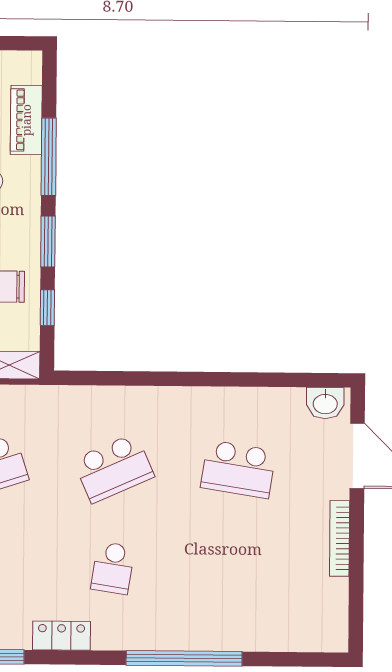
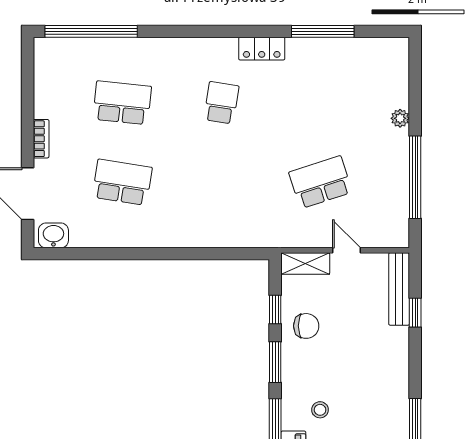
school desk: (114, 468) -> (122, 103), moved, turned 30
bookcase: (340, 538) -> (41, 139), width x0.64
window: (184, 658) -> (91, 31), moved

